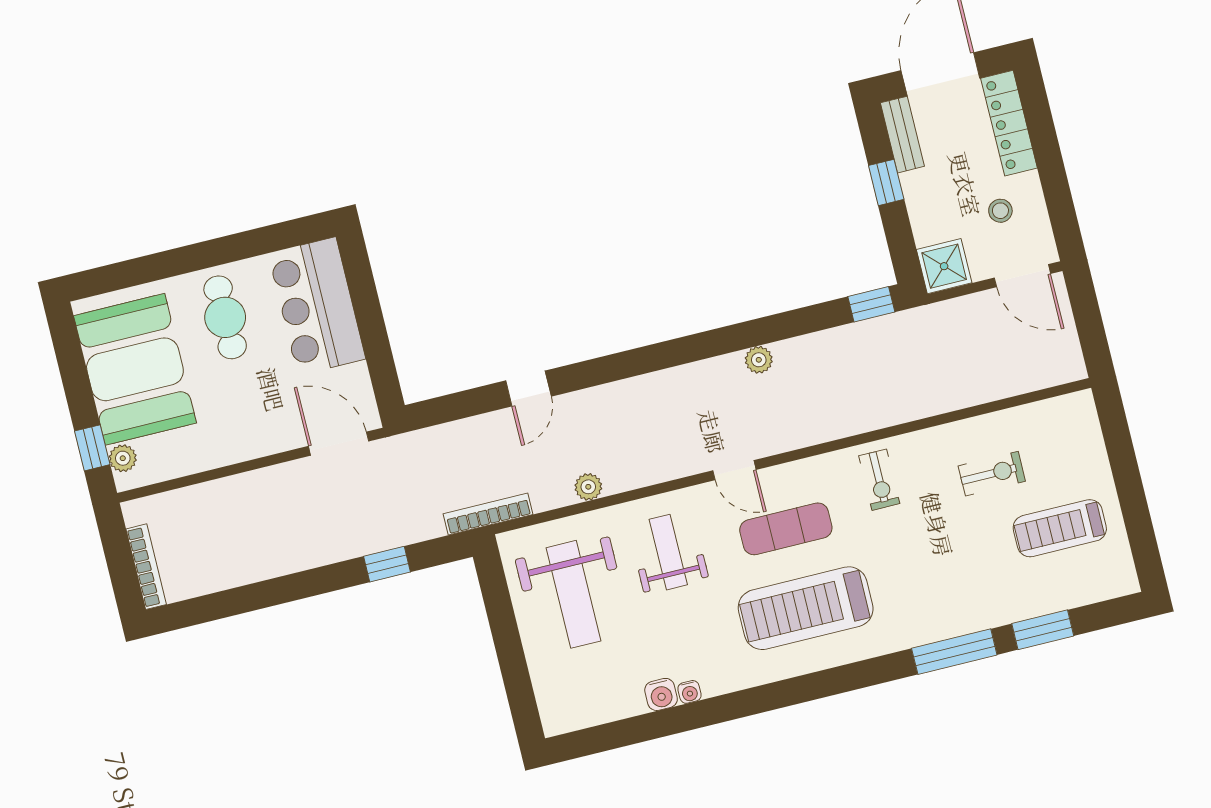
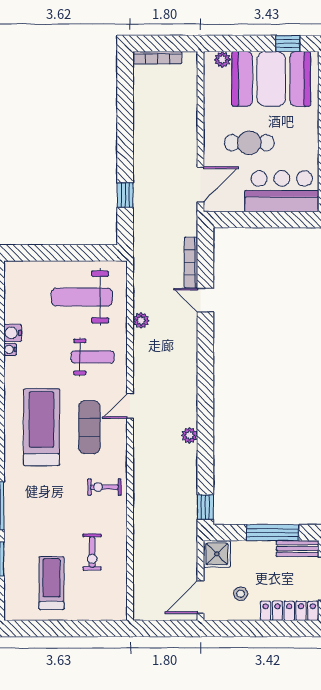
window: (886, 182) -> (273, 533), width x2.17
cafe table: (225, 317) -> (249, 143), moved
window: (92, 448) -> (288, 44), moved
bookcase: (488, 514) -> (191, 263), moved, turned 180

